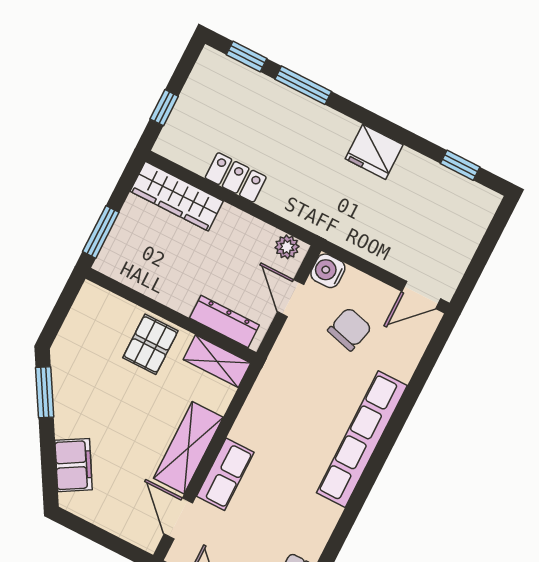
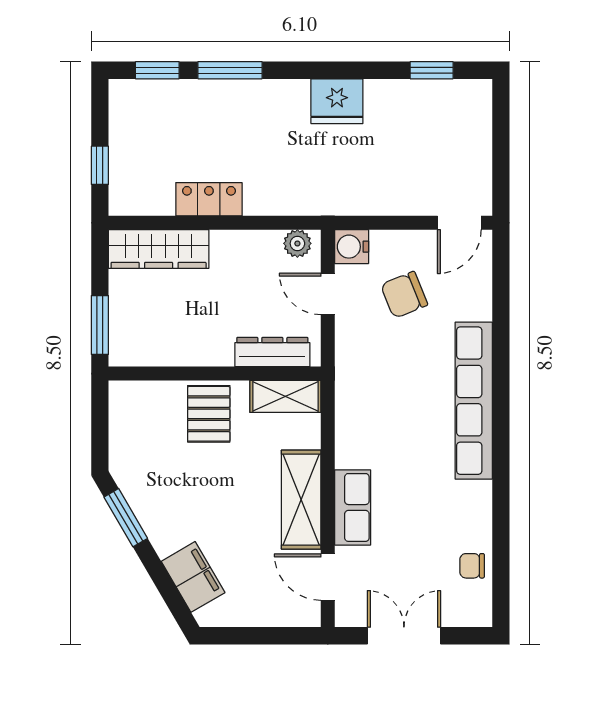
chair: (350, 329) -> (404, 295), turned -127

